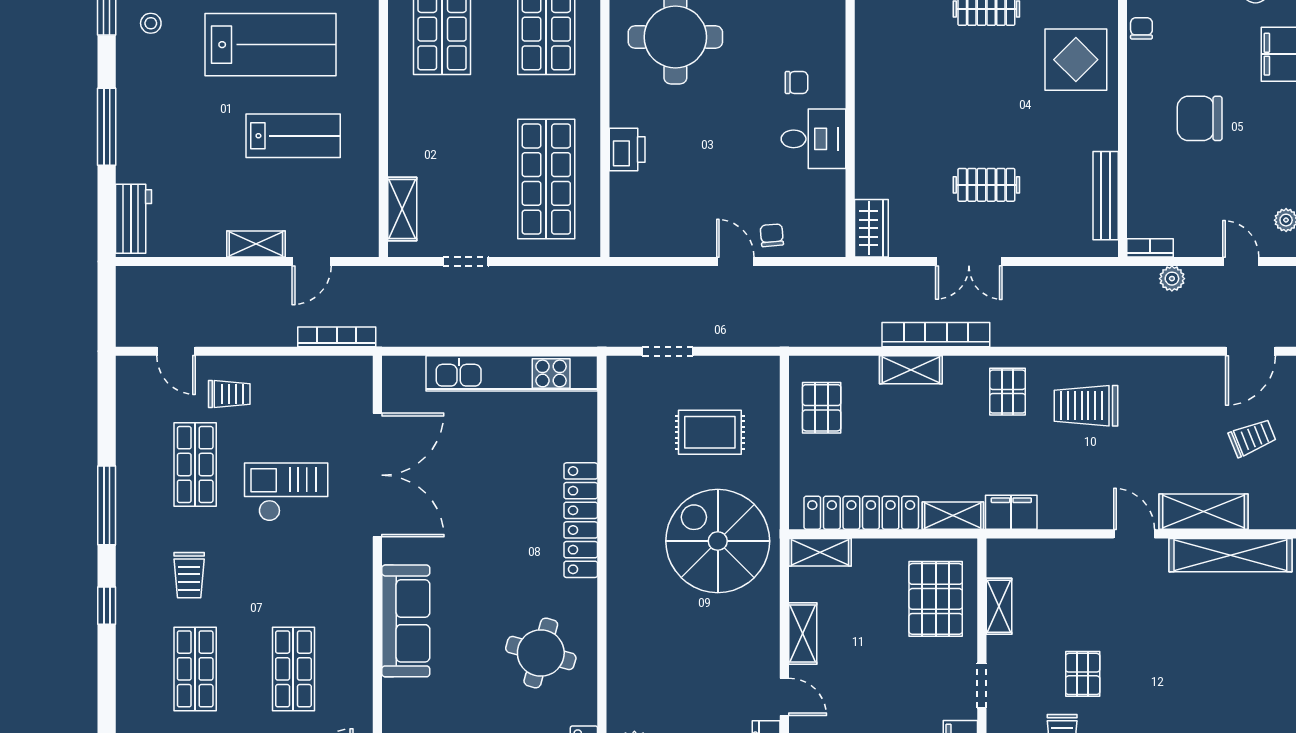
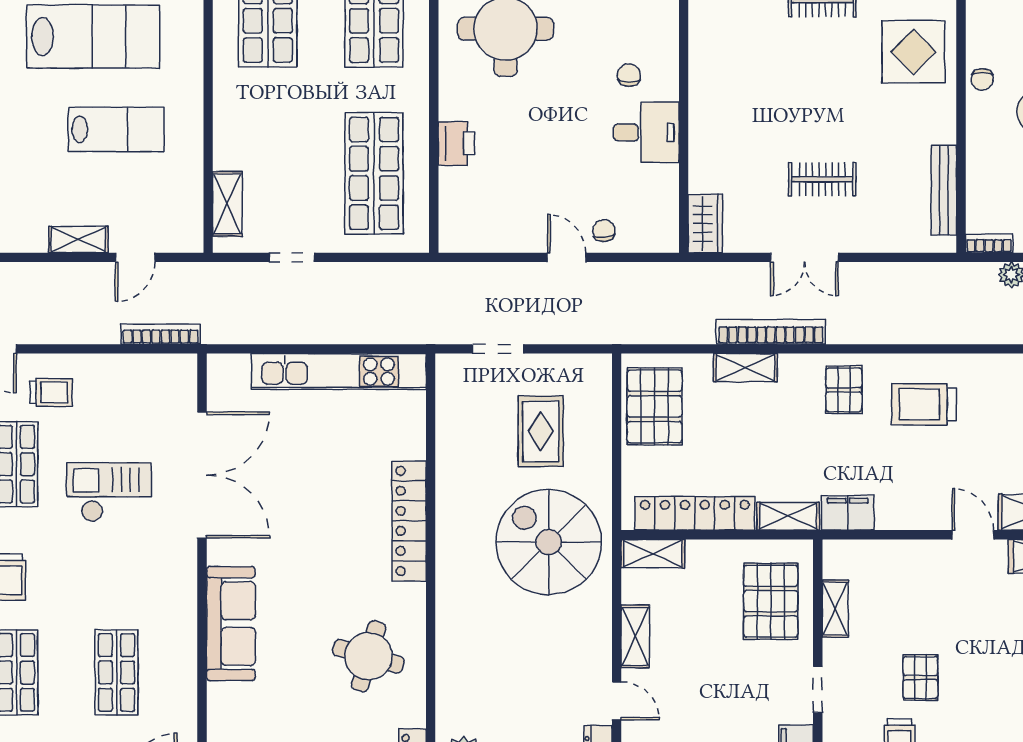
chair: (1141, 28) -> (982, 79), moved, turned 180
chair: (797, 83) -> (629, 75), turned -90
pallet: (822, 408) -> (655, 406), width x1.50, depth x1.42
rug: (710, 432) -> (541, 431), turned 90

